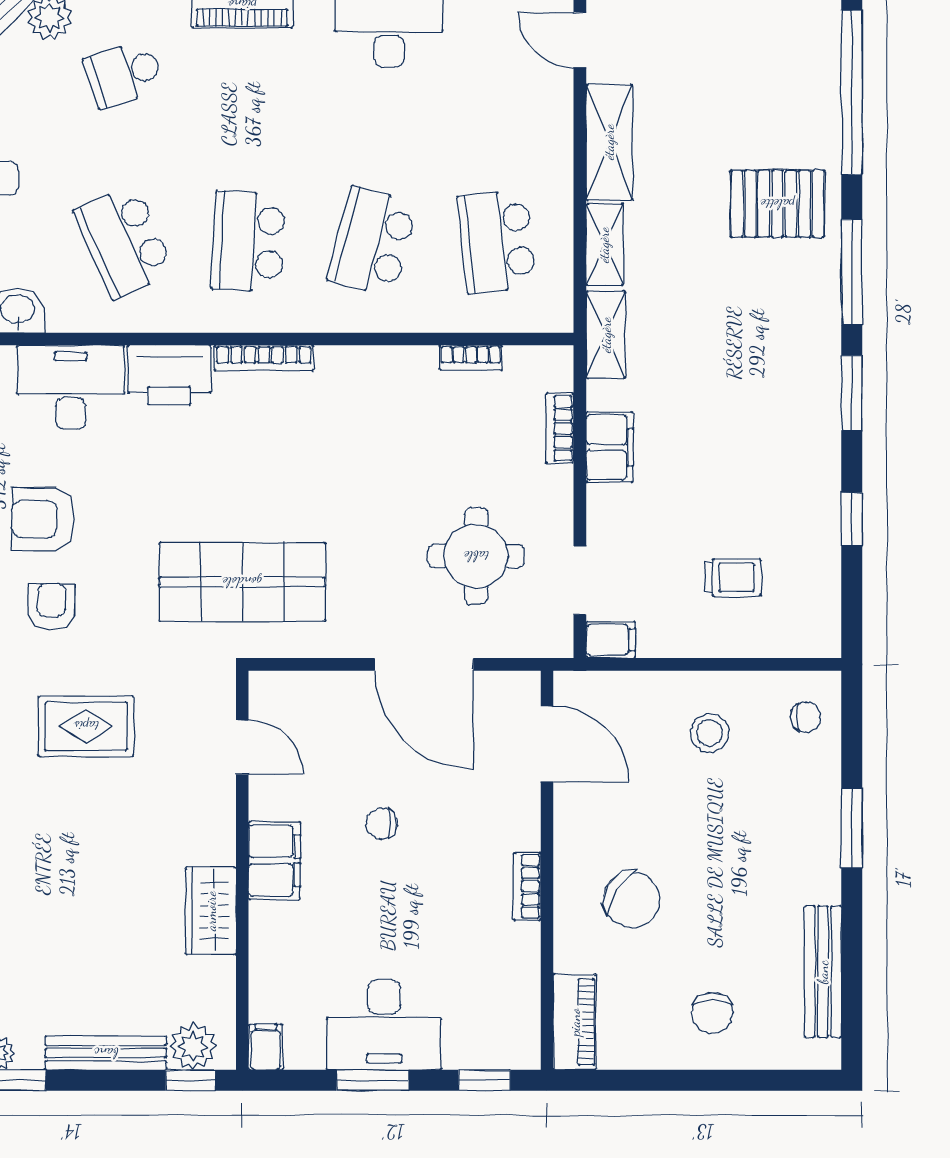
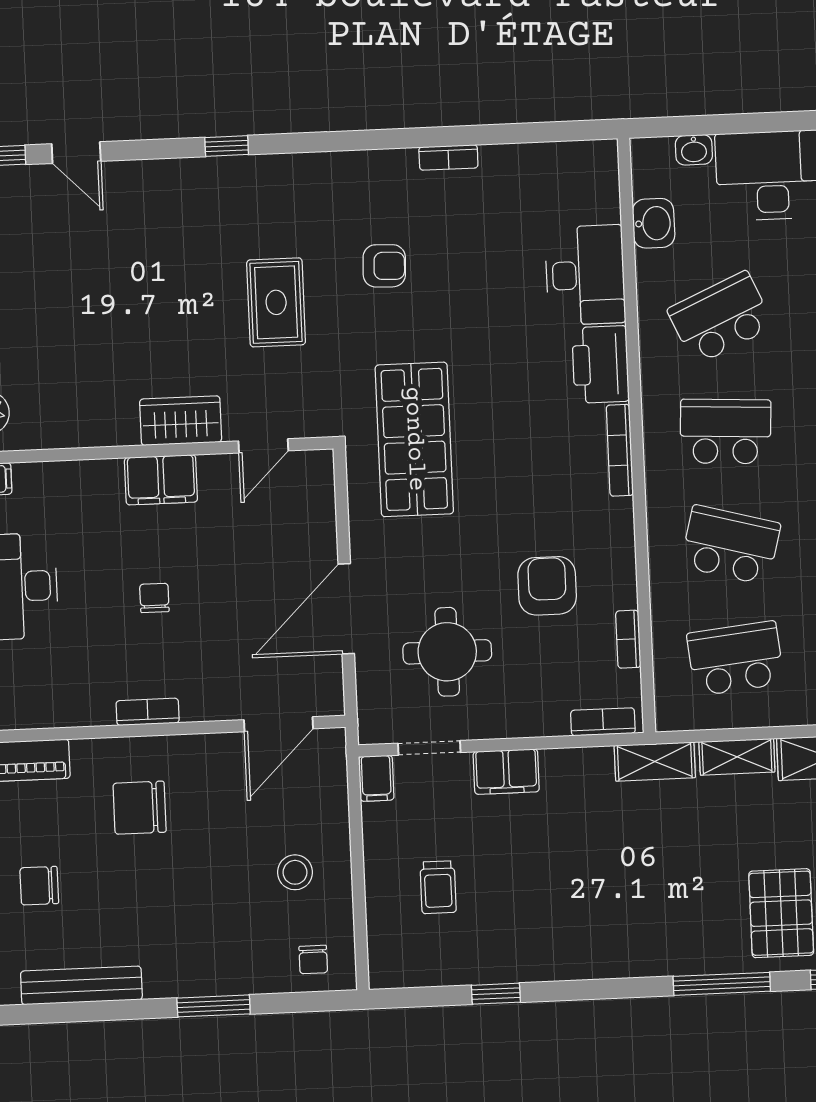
window: (852, 393) -> (611, 989), removed
bookcase: (560, 428) -> (603, 722), moved
filing cabinet: (610, 447) -> (506, 772), moved
armchair: (43, 519) -> (547, 586), moved
chair: (381, 823) -> (154, 598), moved
chair: (632, 900) -> (140, 808), turned 57
wardrobe: (211, 911) -> (181, 421), moved

